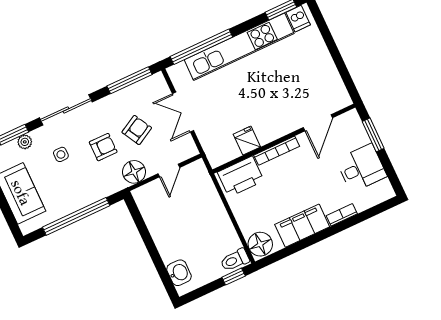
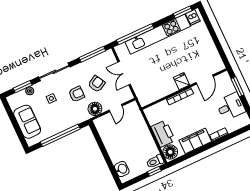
fridge: (247, 141) -> (181, 81), moved
printer: (241, 176) -> (163, 134), moved, turned -90

